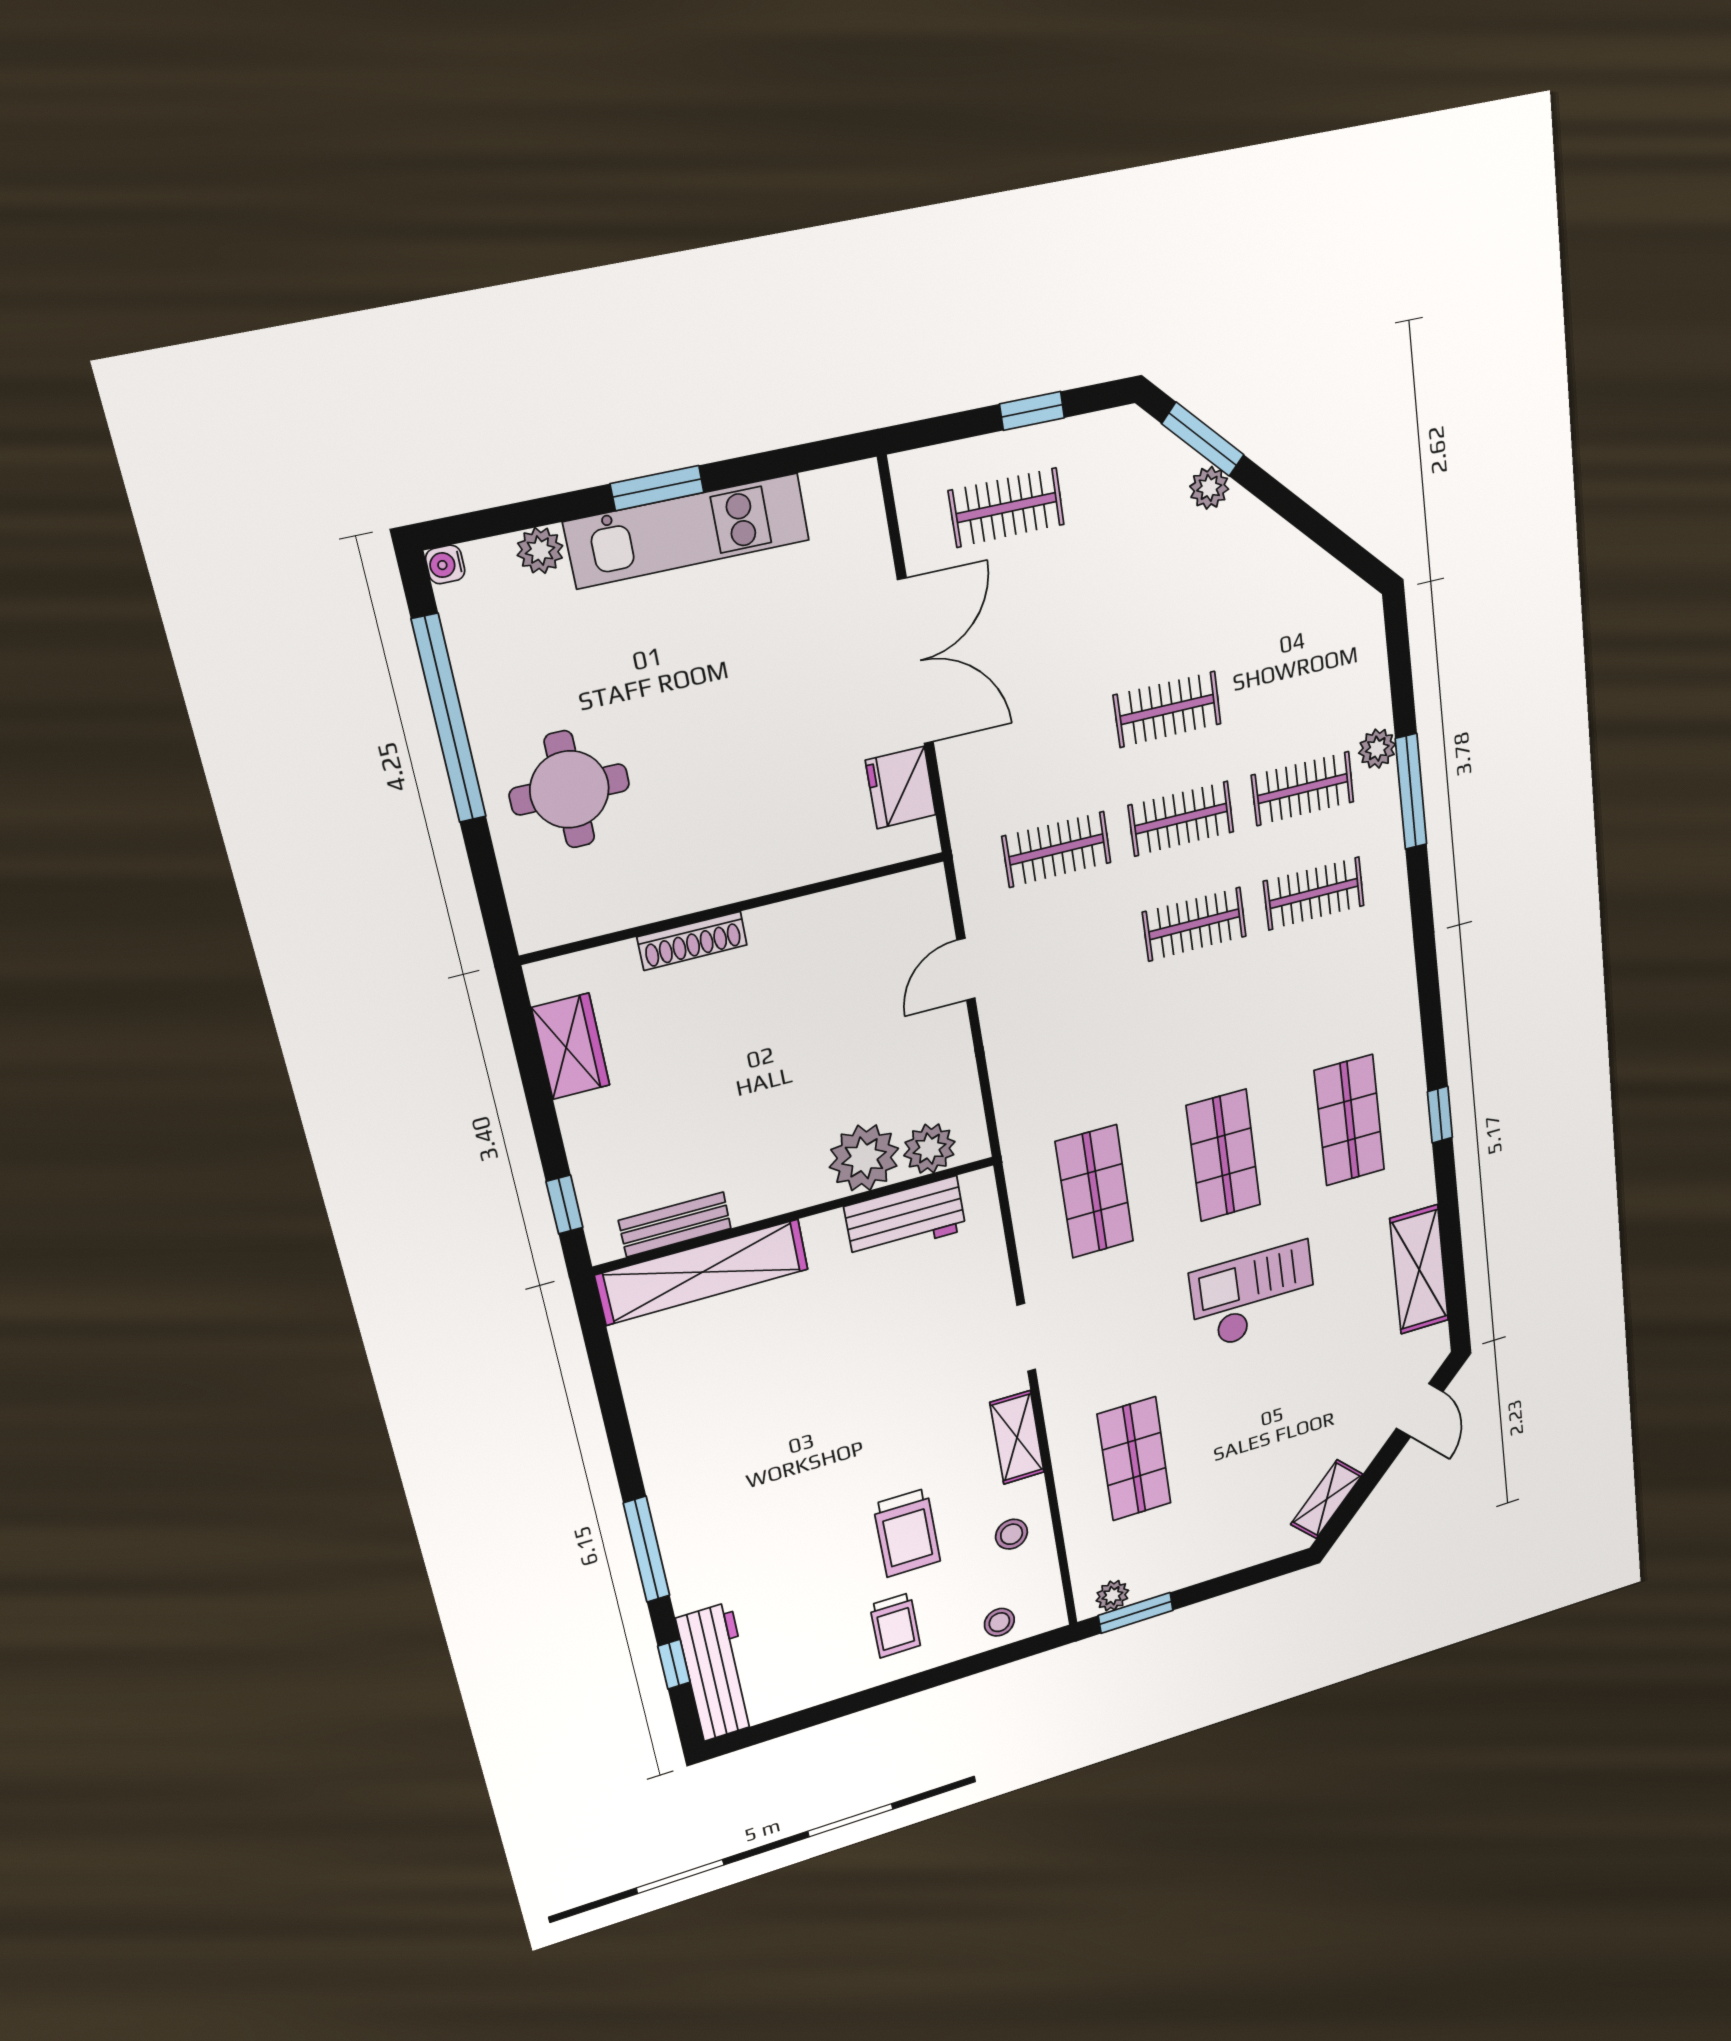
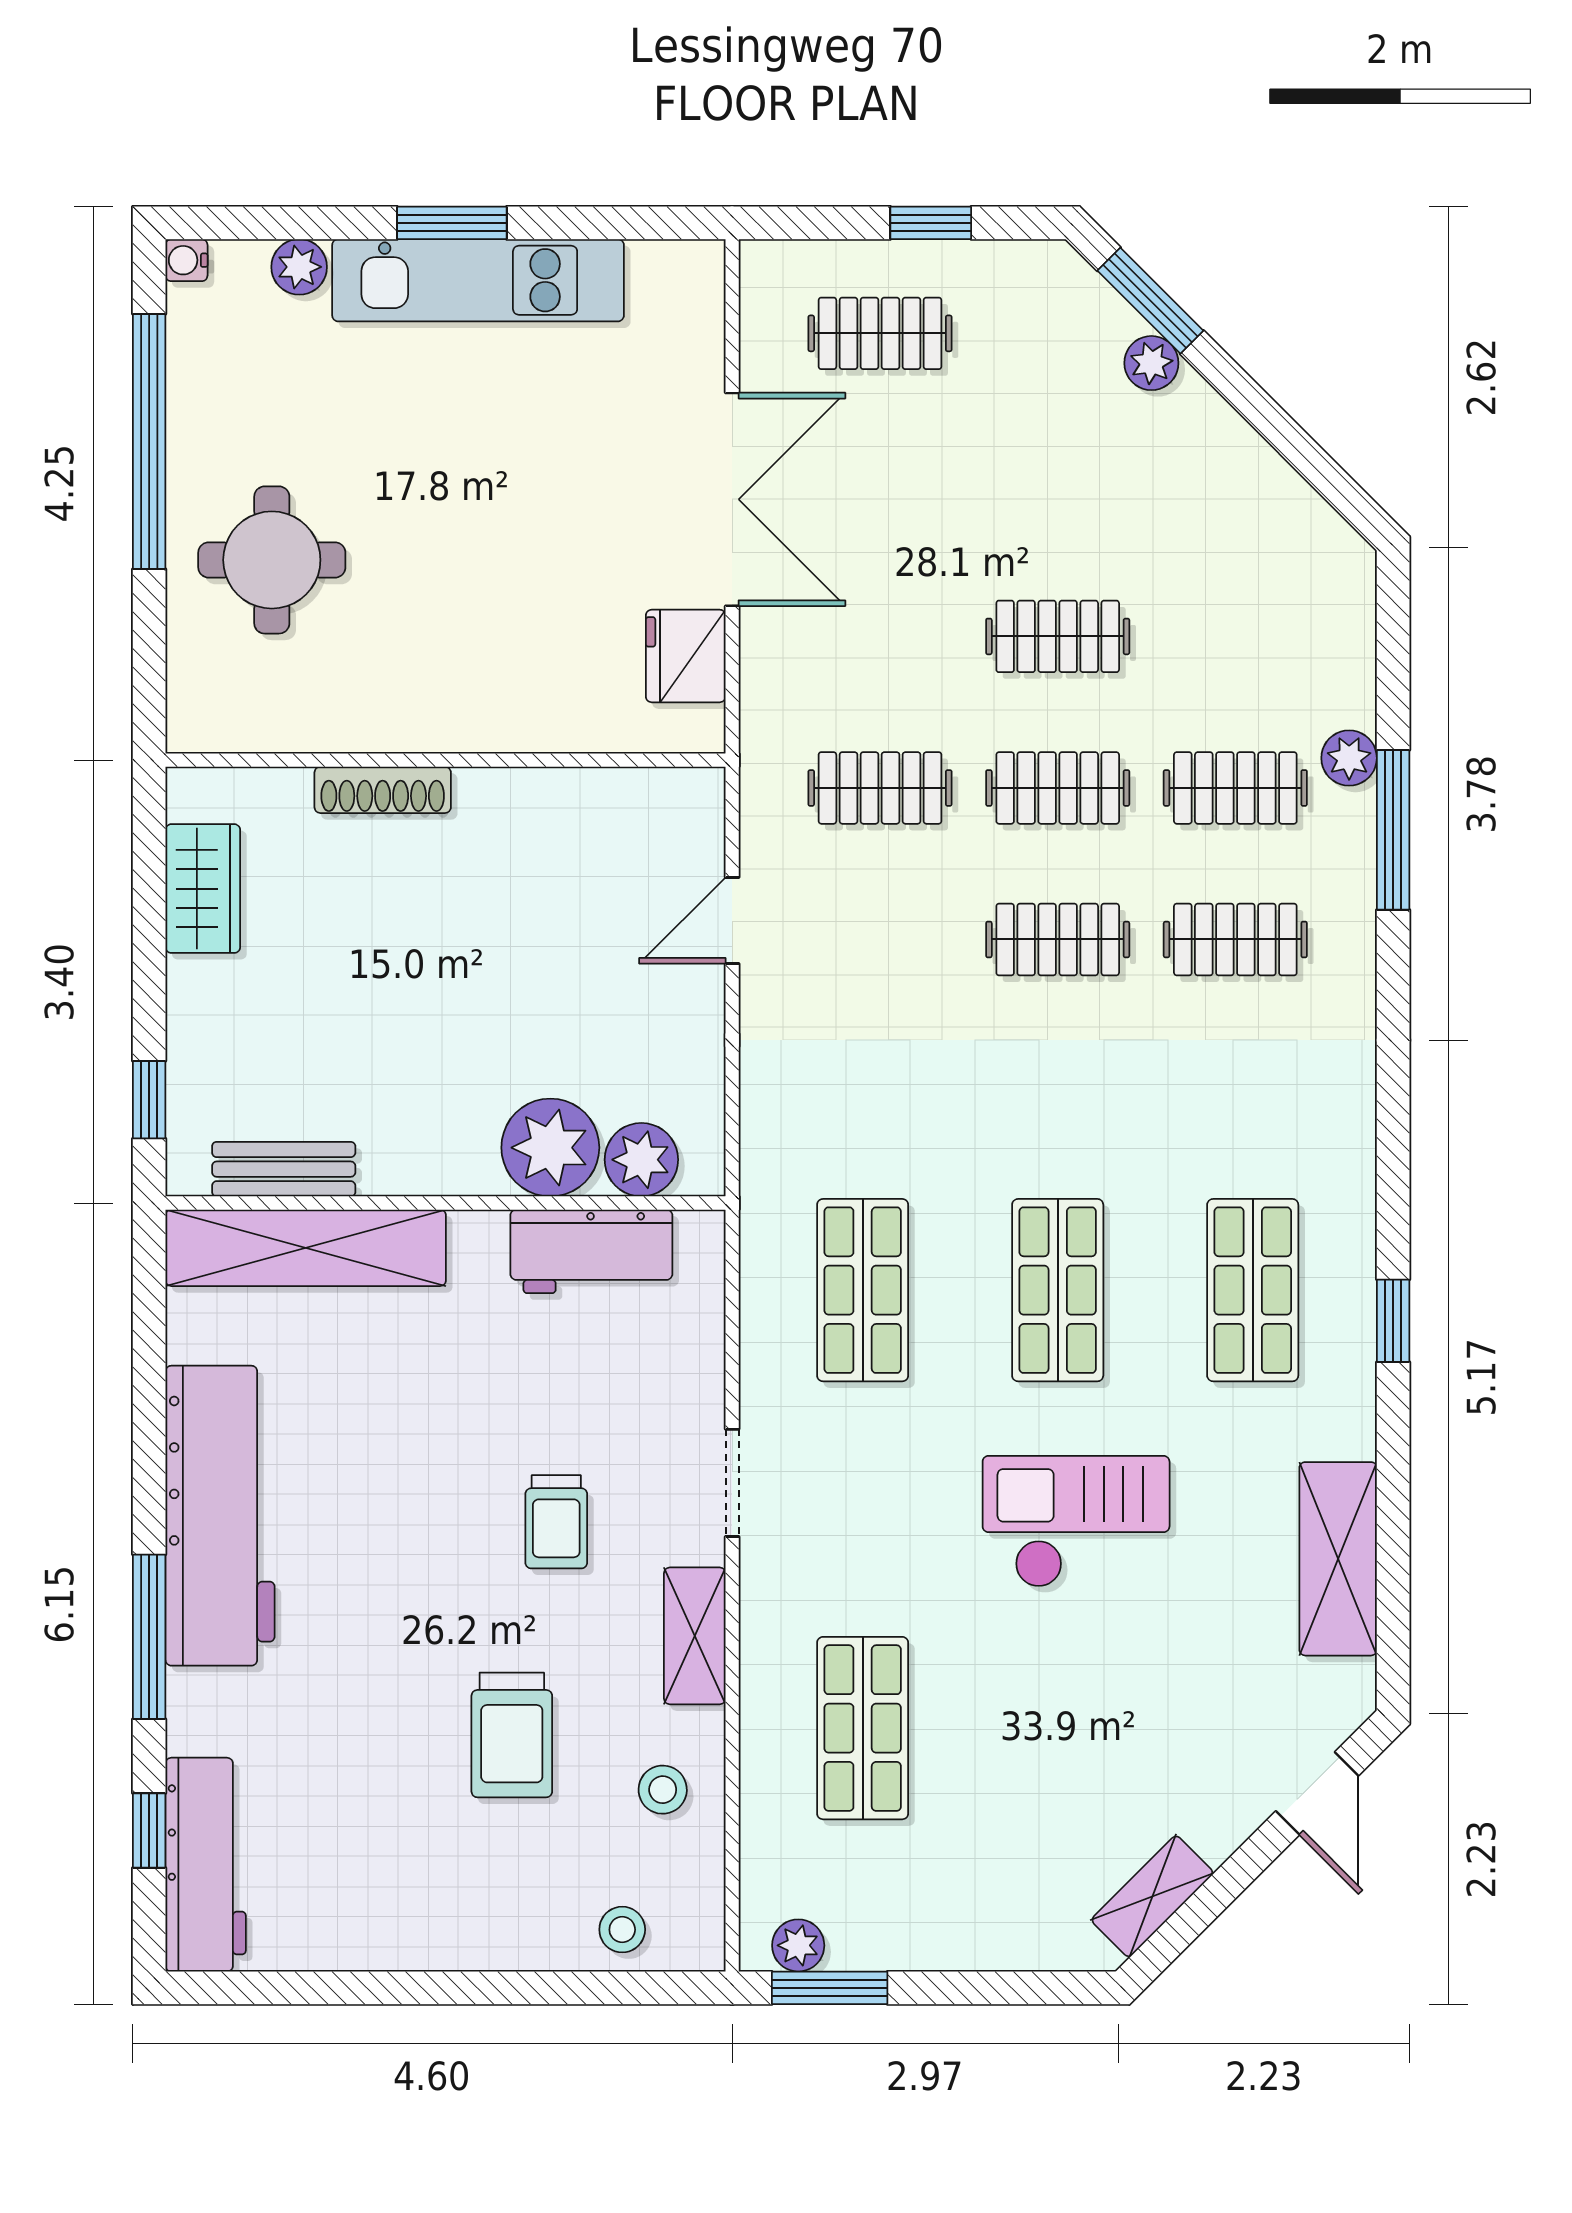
workbench: (679, 1460) -> (220, 1516), added
trolley: (895, 1625) -> (556, 1522), moved

